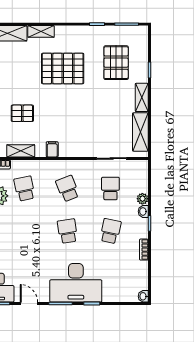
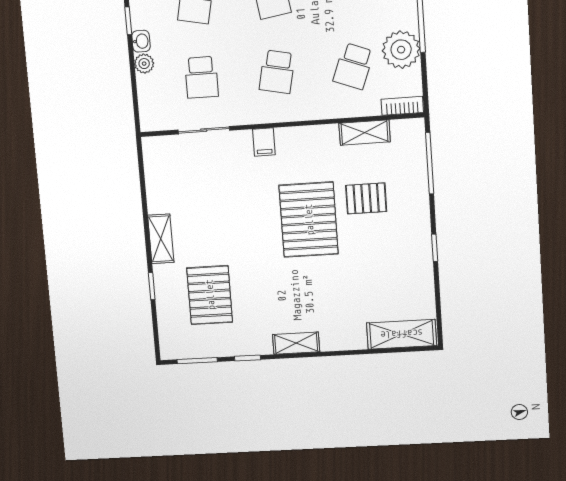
shelving: (41, 31) -> (296, 343), moved
pallet: (63, 68) -> (309, 220), moved, turned 90
shelving: (140, 132) -> (158, 179), removed
filing cabinet: (52, 149) -> (264, 142), moved
school desk: (25, 189) -> (353, 66), turned 33
school desk: (67, 189) -> (277, 72), turned 33

